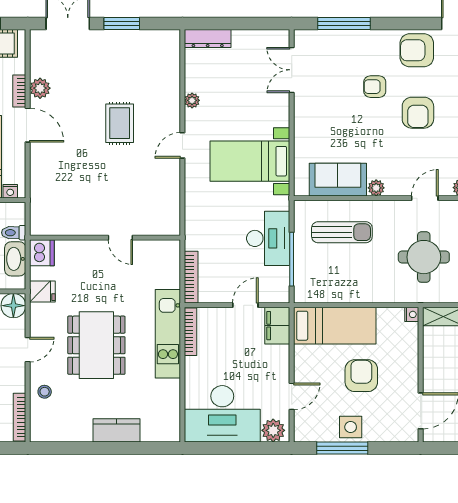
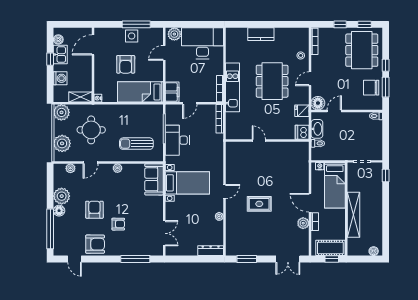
window: (122, 23) -> (247, 259), moved
rug: (120, 123) -> (259, 204), turned 90
sofa: (338, 180) -> (154, 179), moved, turned 90

